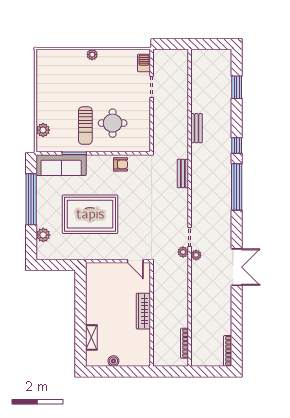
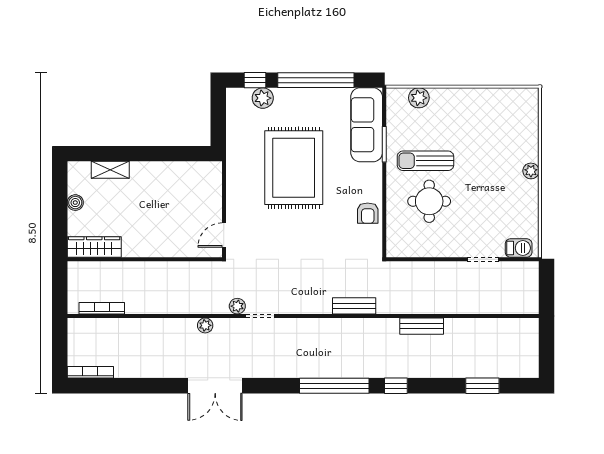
window: (31, 240) -> (255, 80), added
plant: (196, 255) -> (205, 325), moved
wardrobe: (143, 311) -> (94, 247), moved

